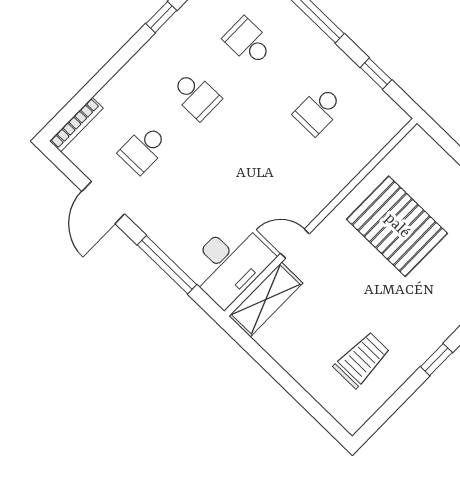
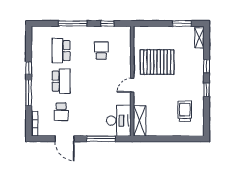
school desk: (248, 42) -> (61, 51), width x1.85
window: (119, 60) -> (29, 93), added
school desk: (196, 95) -> (61, 81), width x1.85
school desk: (318, 110) -> (101, 51), turned 180
door: (295, 244) -> (132, 85), moved

